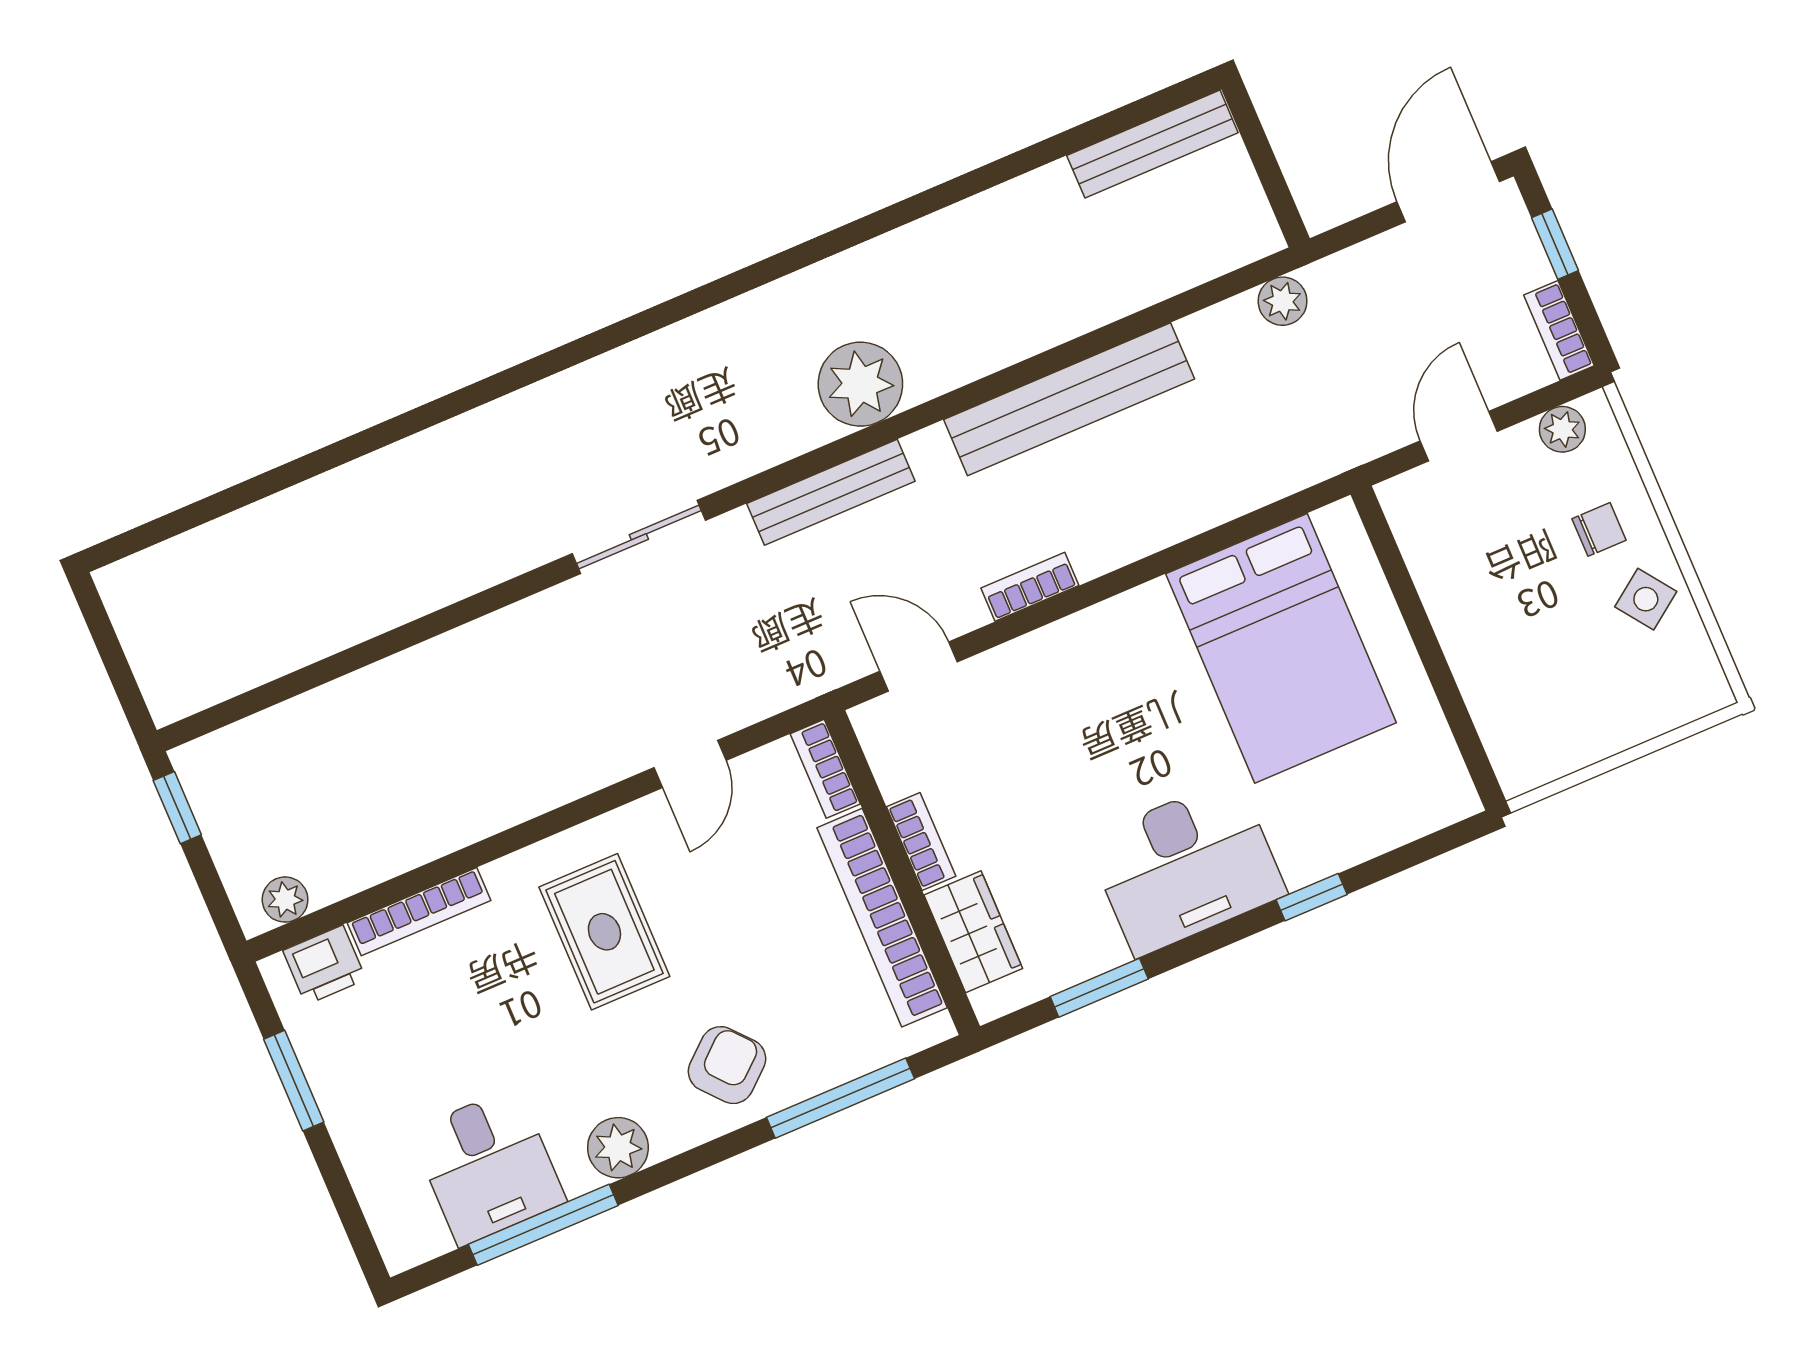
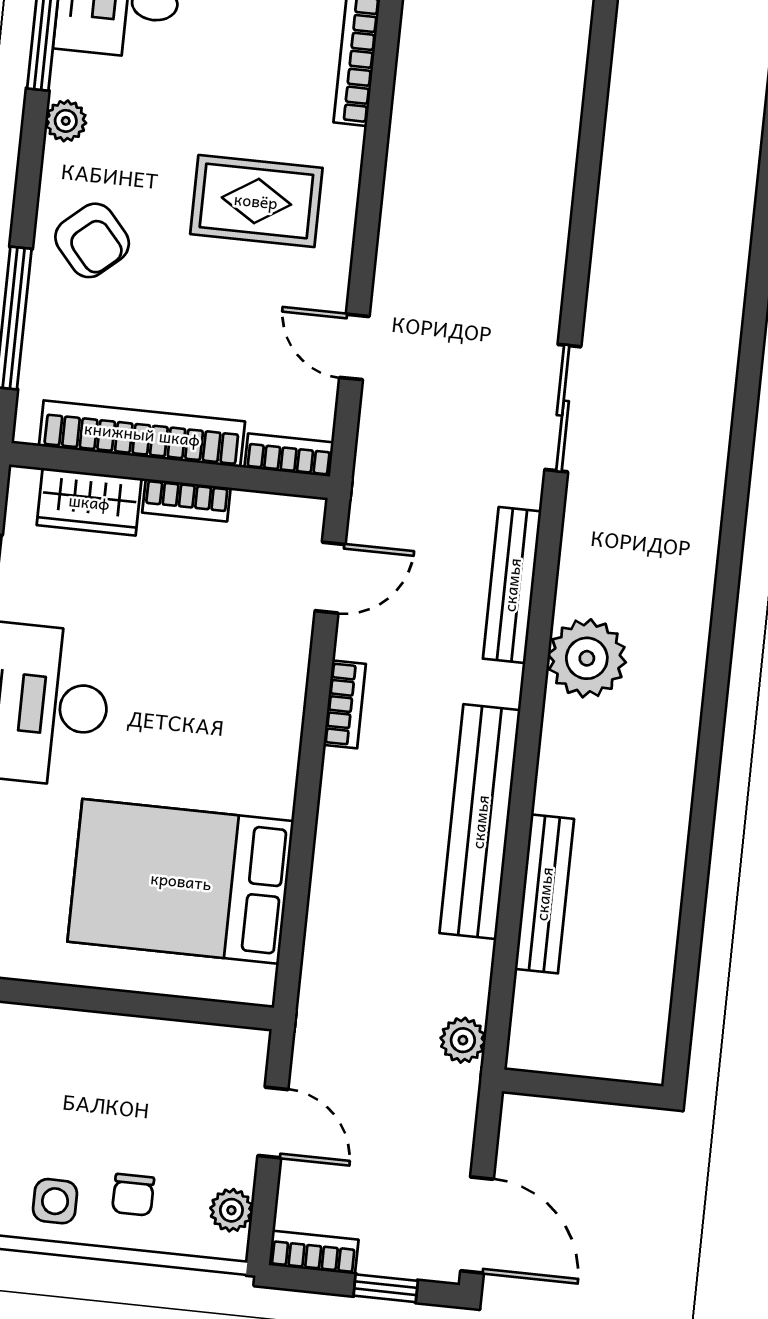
bench: (1152, 144) -> (544, 894), moved
side table: (1646, 599) -> (55, 1201), turned 36
plant: (618, 1148) -> (66, 121), width x0.73, depth x0.73

